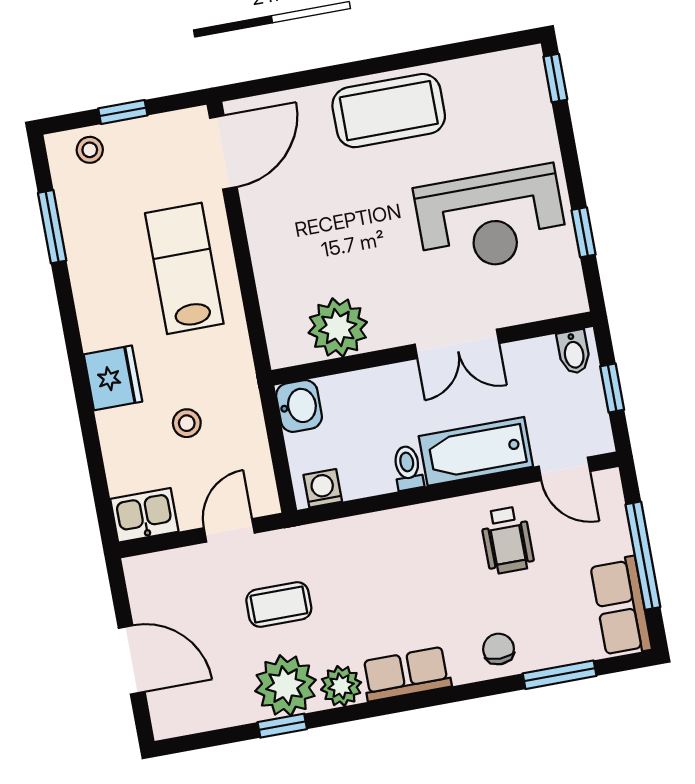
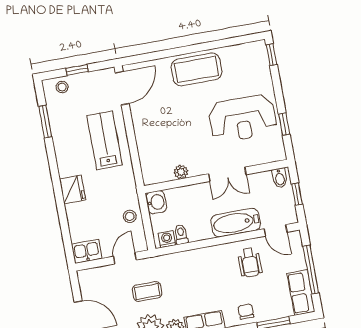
plant: (338, 327) -> (181, 172), width x0.53, depth x0.53
stool: (187, 423) -> (130, 216), moved
toilet: (408, 468) -> (181, 234), moved

